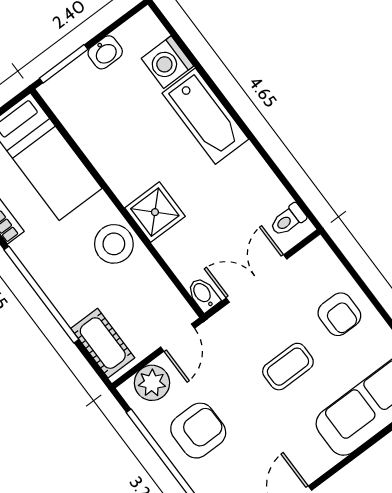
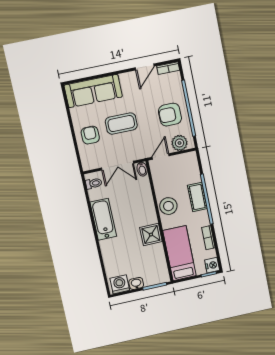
washing machine: (167, 62) -> (120, 284), moved, turned -90
bathtub: (205, 116) -> (103, 219), moved
shower: (155, 212) -> (151, 235), moved
cot: (103, 343) -> (197, 197), moved
coffee table: (288, 367) -> (121, 124), width x1.36, depth x1.30

